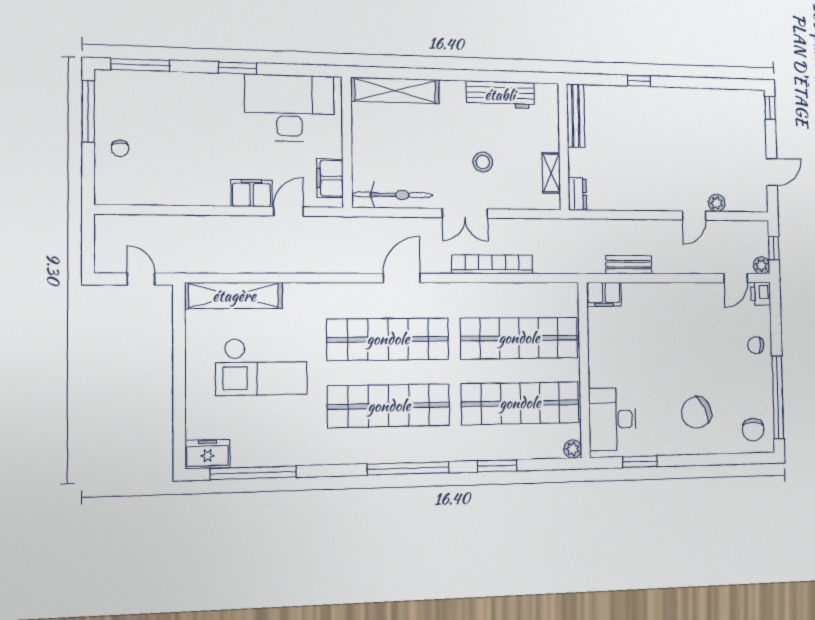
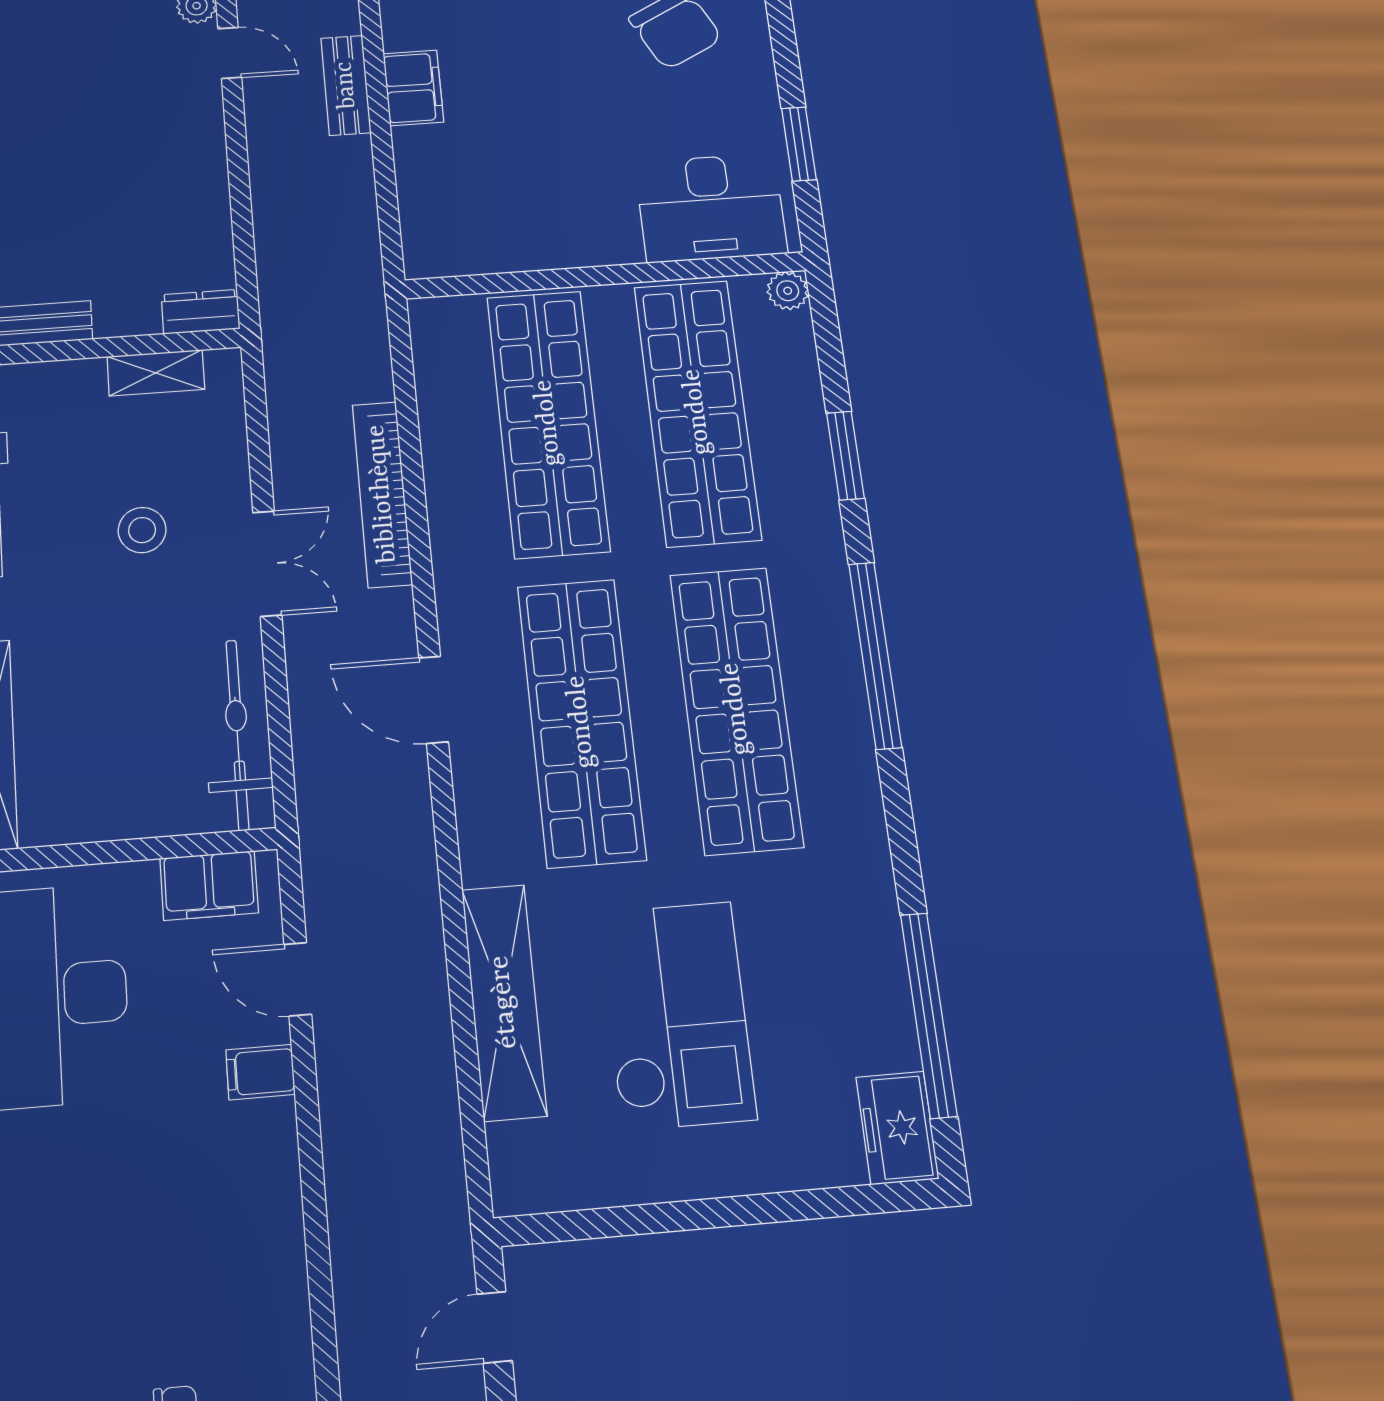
filing cabinet: (252, 193) -> (260, 1072), width x0.50
bench: (629, 265) -> (346, 85), moved
filing cabinet: (604, 294) -> (413, 88), moved
shelving: (234, 296) -> (504, 1002), moved

